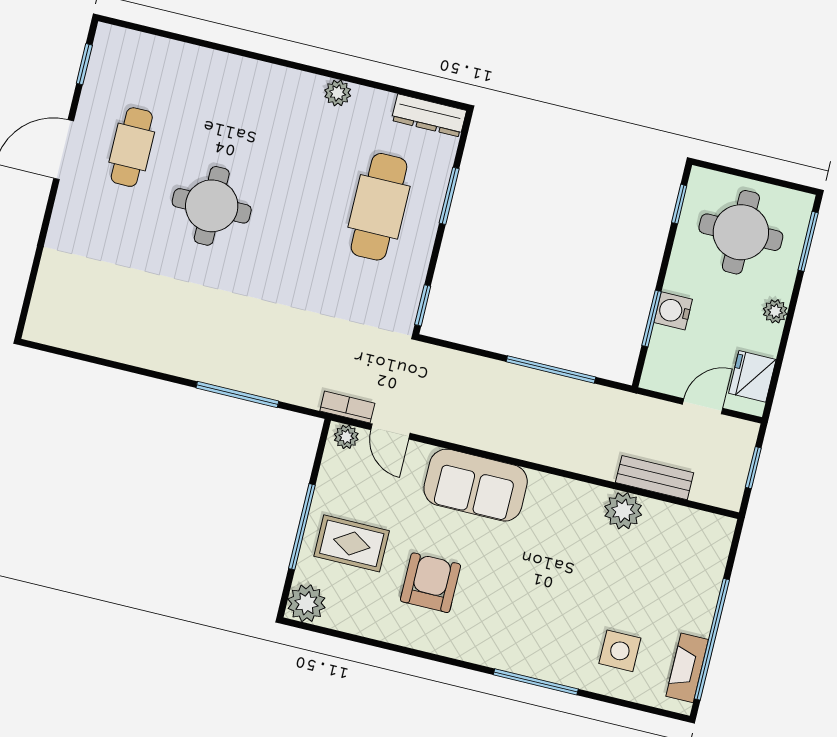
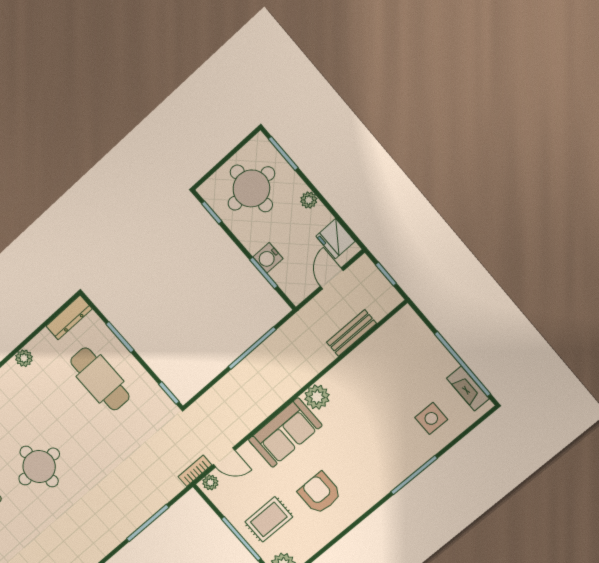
plant: (623, 511) -> (317, 397), moved

